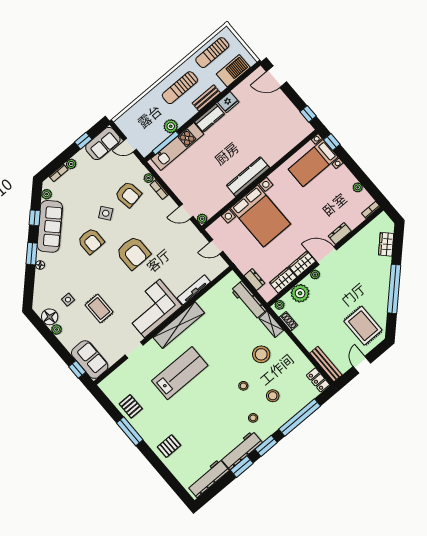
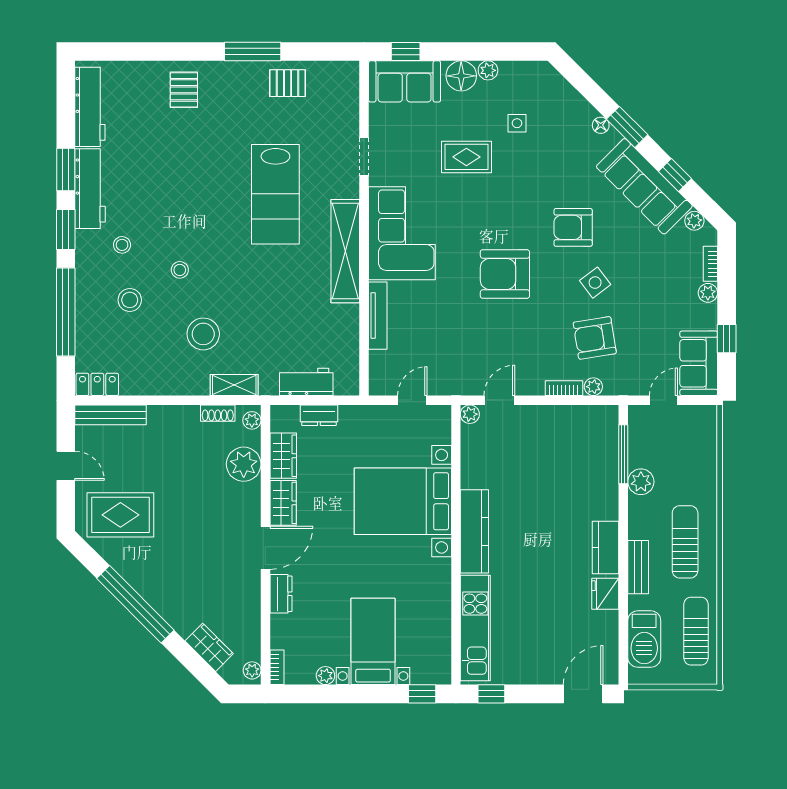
kitchen unit: (177, 146) -> (475, 628), moved, turned 180
bed with nightstands: (313, 163) -> (373, 641), moved
plant: (315, 275) -> (252, 670), moved
workbench: (249, 300) -> (306, 382), width x0.73
floor lamp: (50, 317) -> (461, 76), moved

